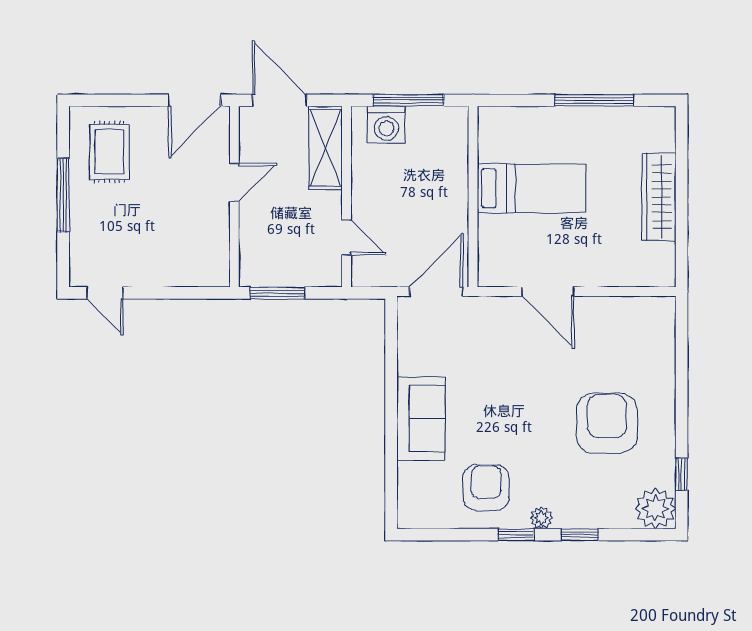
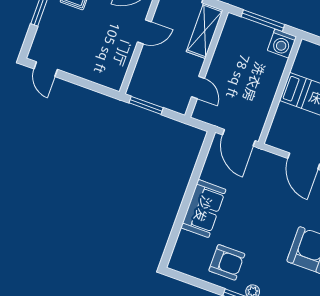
washing machine: (386, 125) -> (282, 44), moved
door: (436, 292) -> (239, 138), swing flipped
armchair: (486, 488) -> (227, 262), turned 90

